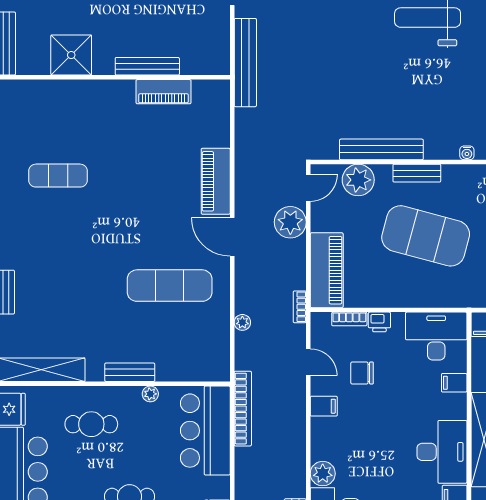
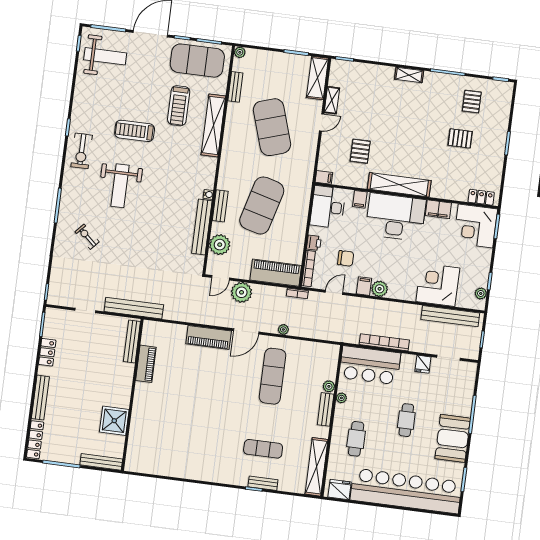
bench: (147, 66) -> (132, 341), moved
water cooler: (467, 153) -> (208, 194), moved
exercise mat: (58, 176) -> (263, 449), moved, turned 90
door: (308, 188) -> (221, 278), swing flipped
bookcase: (349, 319) -> (309, 269), width x1.56
plant: (242, 322) -> (283, 329), moved
plant: (165, 373) -> (329, 386), added
chair: (362, 373) -> (346, 258), turned -90
bookcase: (243, 409) -> (384, 342), moved
desk: (442, 452) -> (396, 217), width x1.36, depth x1.30
plant: (323, 474) -> (380, 289), moved

